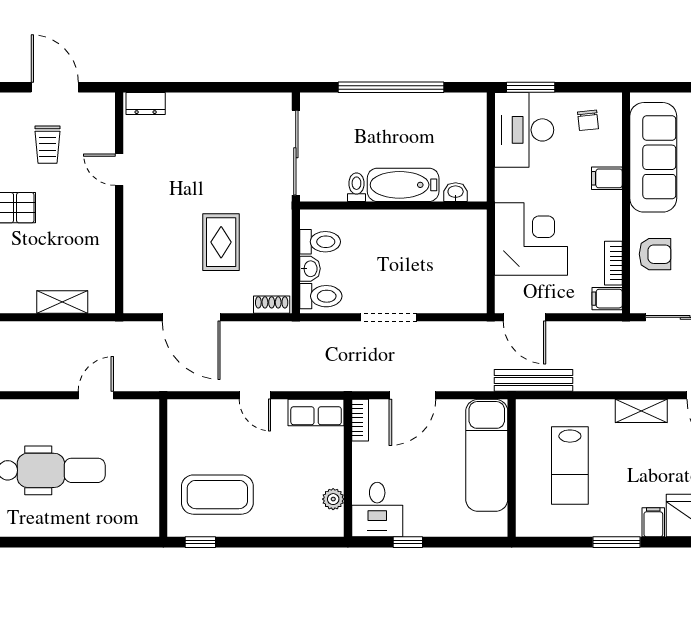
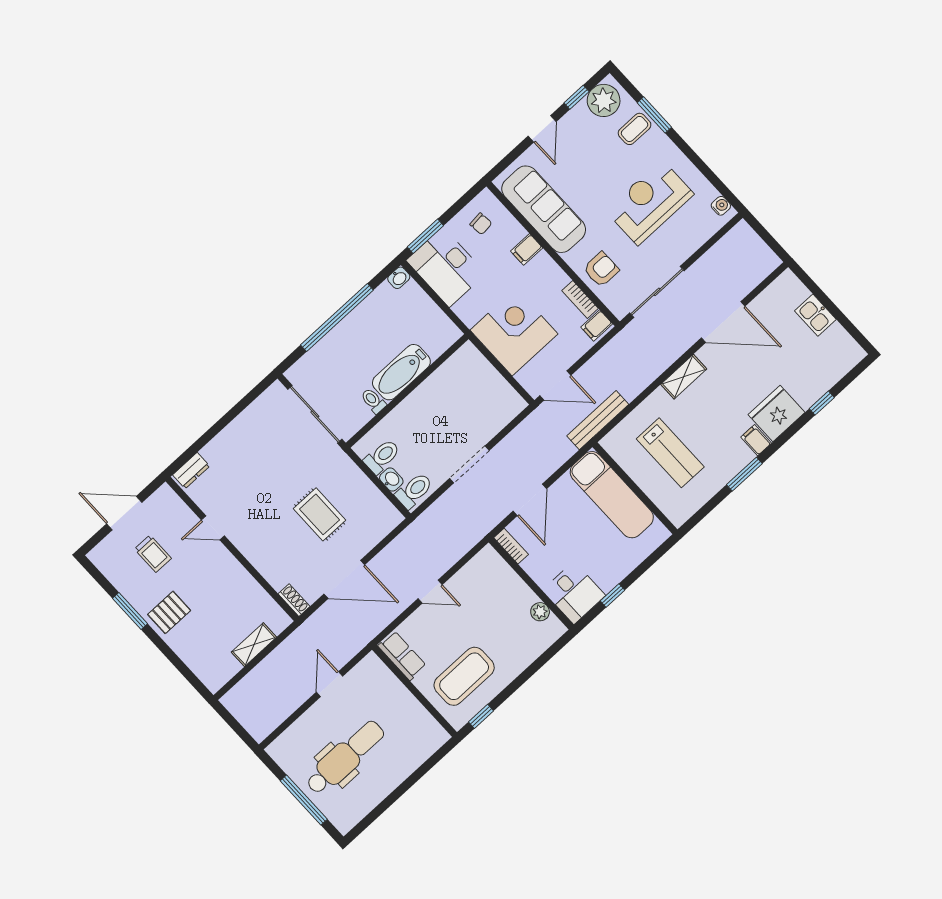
washbasin: (456, 192) -> (399, 278), moved, turned 180
shoe rack: (272, 305) -> (294, 600), moved, turned 90
row of seats: (316, 413) -> (402, 656), moved, turned -90

